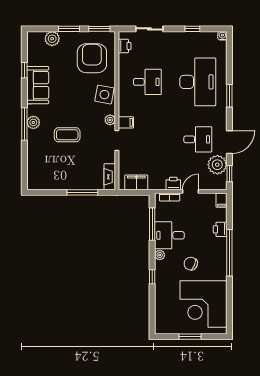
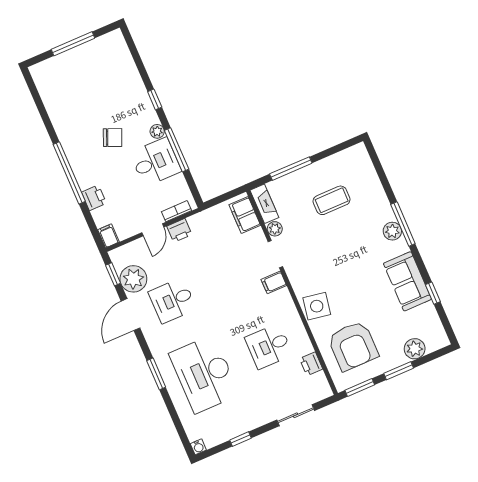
printer: (125, 46) -> (311, 364), moved
plant: (110, 120) -> (275, 229), moved
coffee table: (67, 135) -> (332, 200), moved
filing cabinet: (136, 182) -> (245, 215), moved, turned 90
window: (152, 224) -> (177, 150), moved
corner desk: (203, 304) -> (74, 93), removed
window: (190, 337) -> (73, 44), width x1.44

